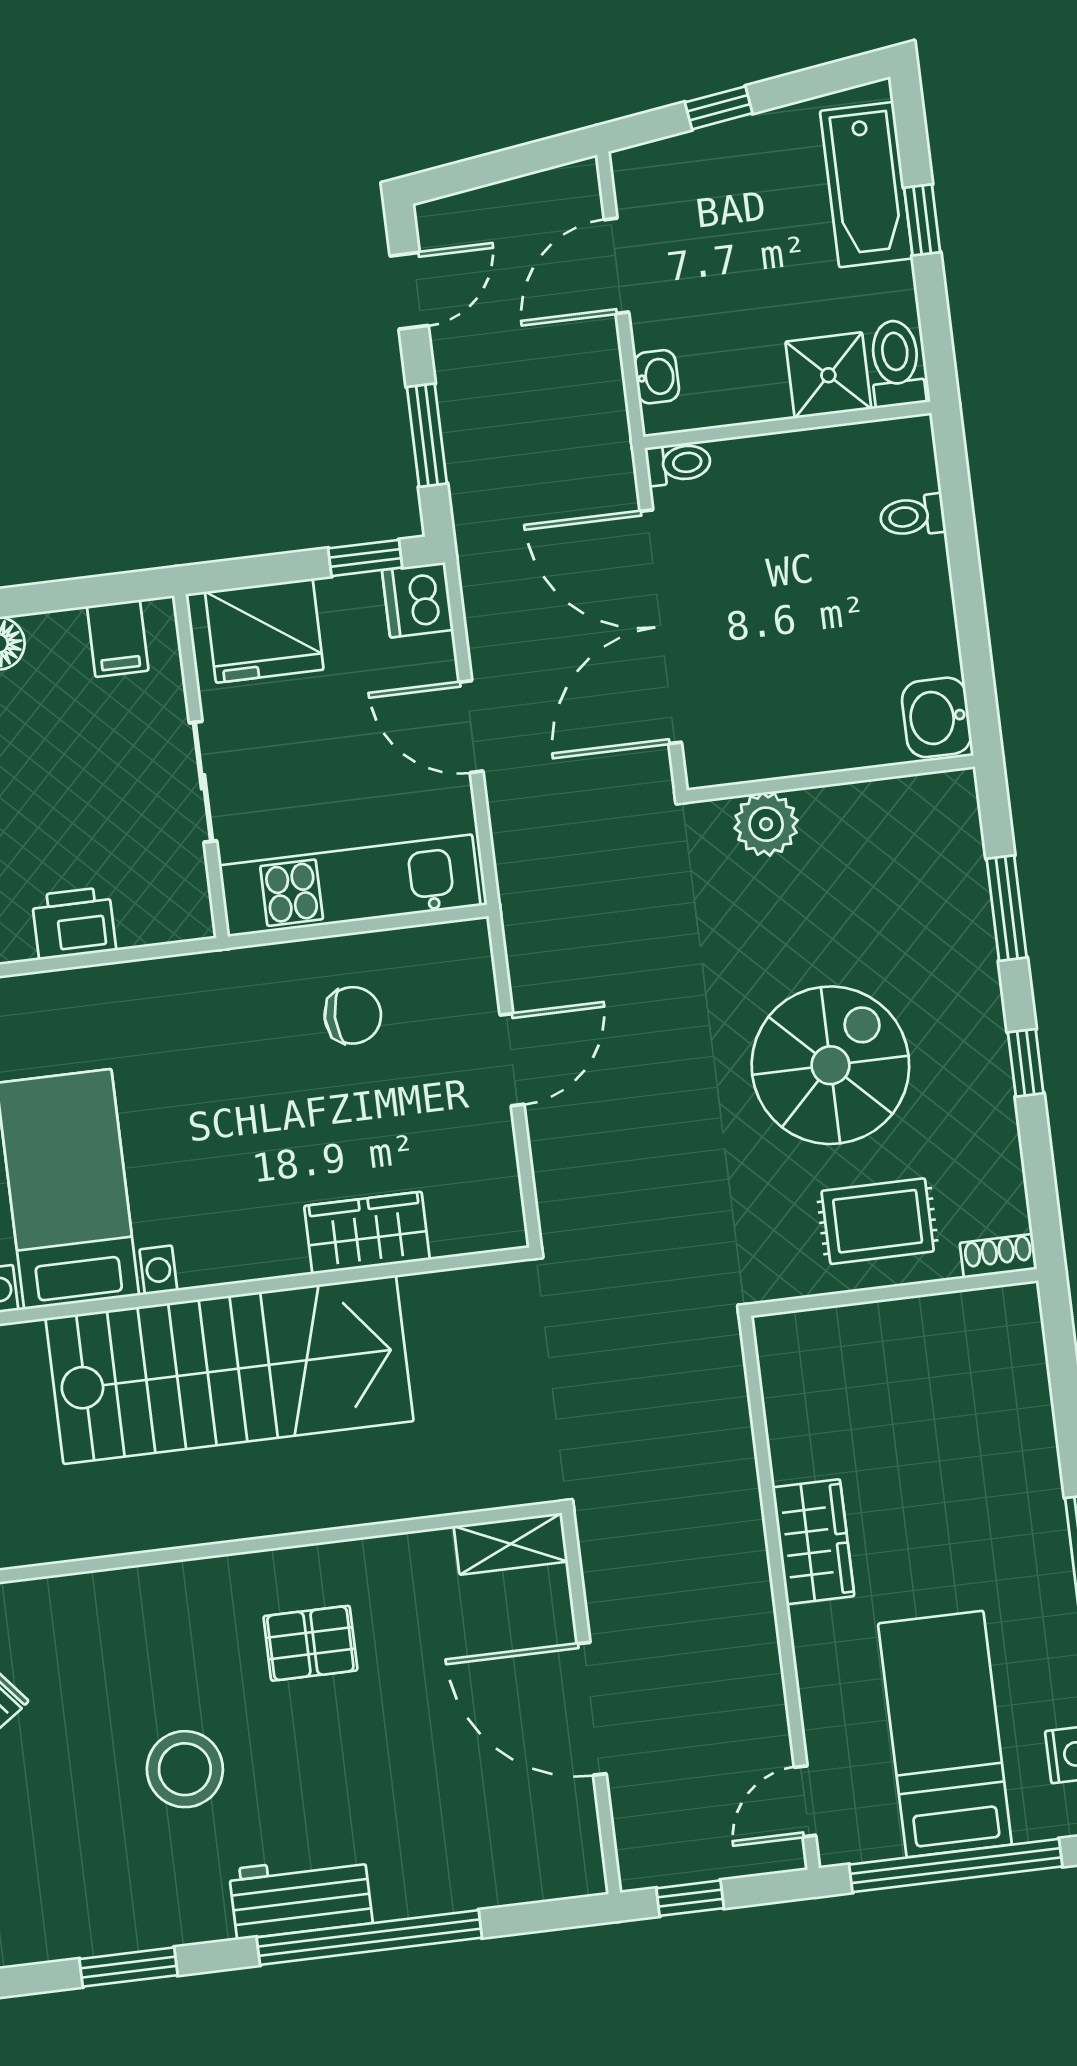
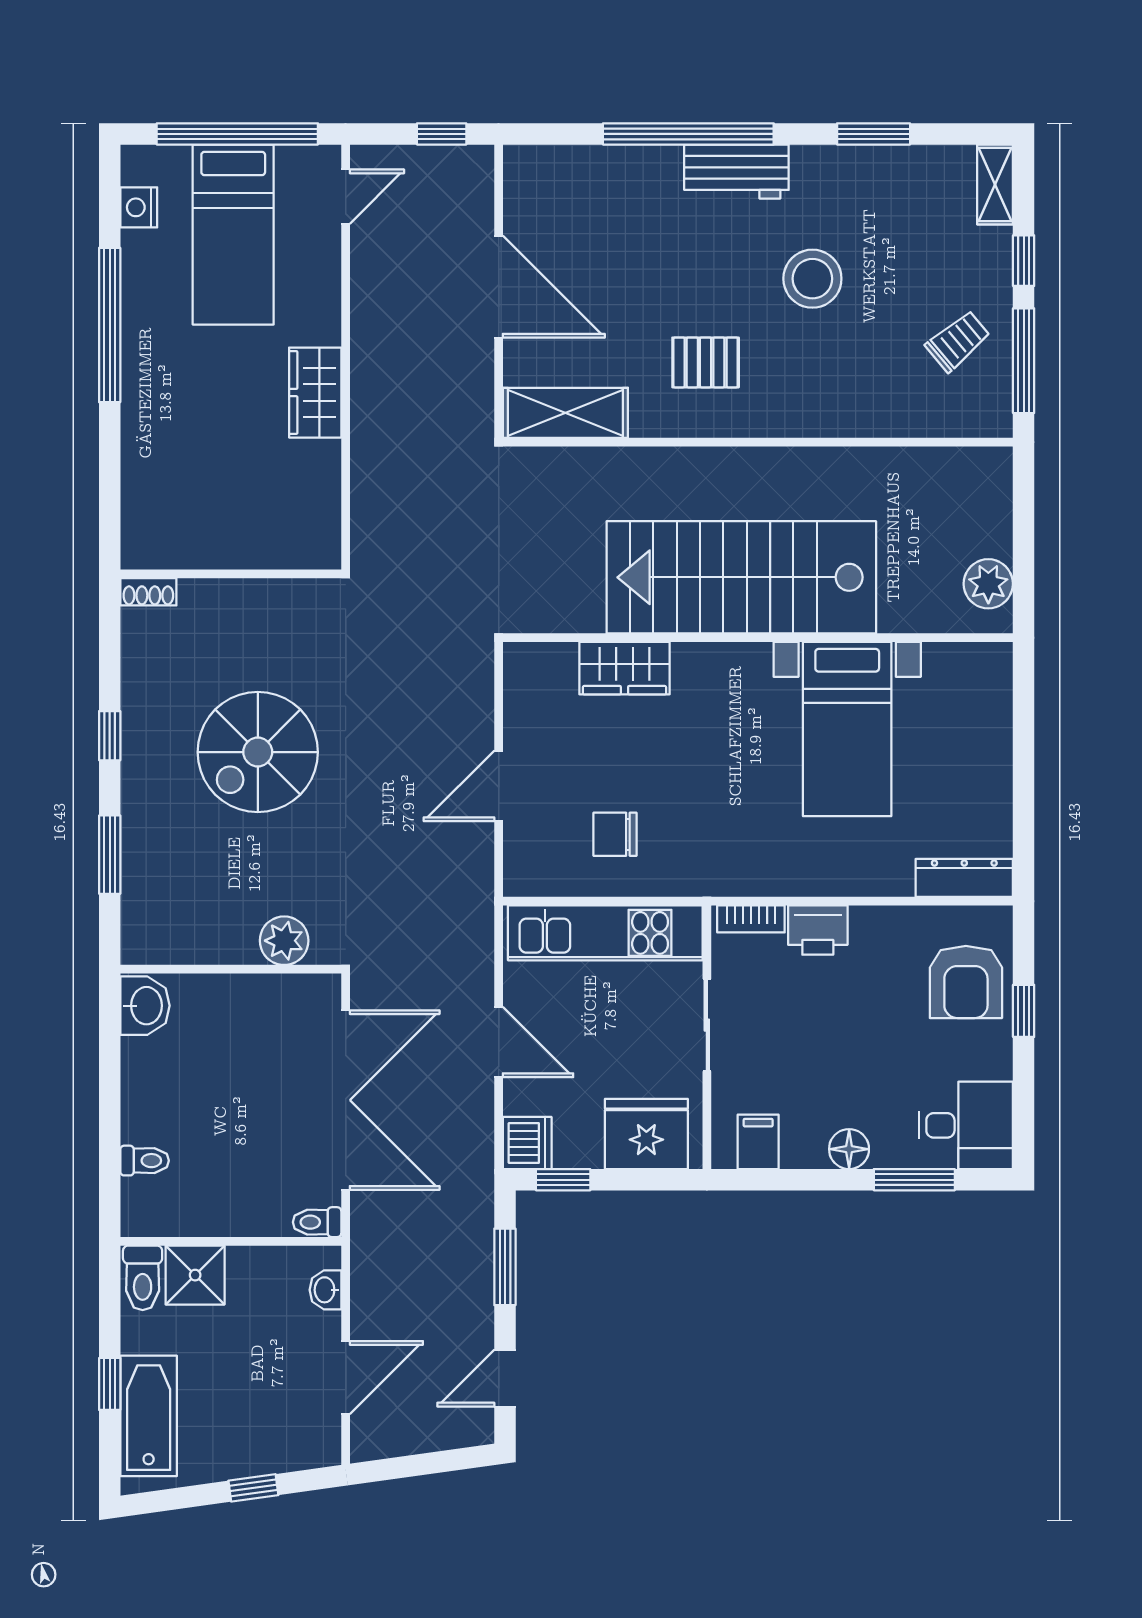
bookcase: (163, 927) -> (751, 919), added
rug: (878, 1221) -> (237, 629), removed
shelving: (511, 1544) -> (565, 413), width x1.50, depth x1.33

